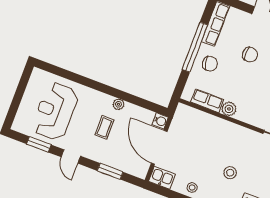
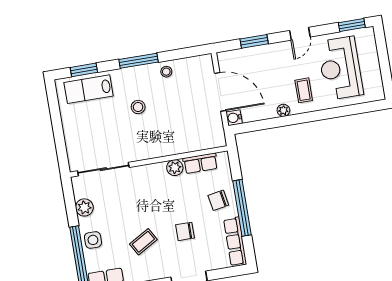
reception desk: (55, 111) -> (340, 68), turned 180
coffee table: (104, 127) -> (304, 90), moved
window: (39, 144) -> (352, 25), moved
door: (71, 156) -> (300, 34), swing flipped
kitchen sink: (162, 178) -> (201, 64), removed

